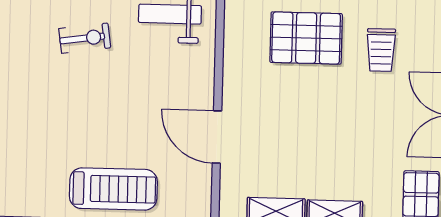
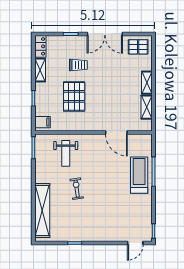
door: (217, 137) -> (116, 132), hinge flipped

